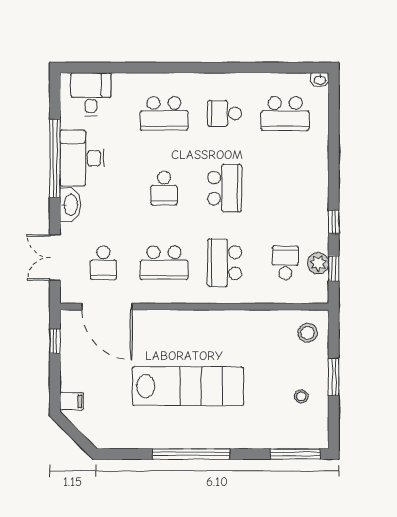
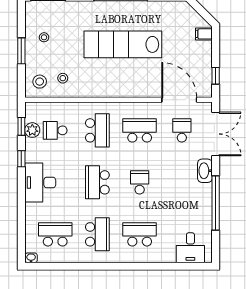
school desk: (225, 113) -> (97, 234), width x1.85
desk: (82, 158) -> (40, 183), moved, turned 180
double door: (55, 258) -> (216, 134), width x1.37
school desk: (285, 263) -> (55, 130), turned 90
stool: (274, 338) -> (63, 78), added

